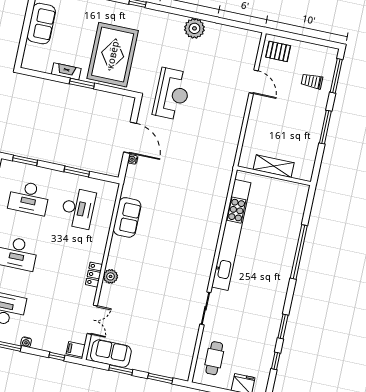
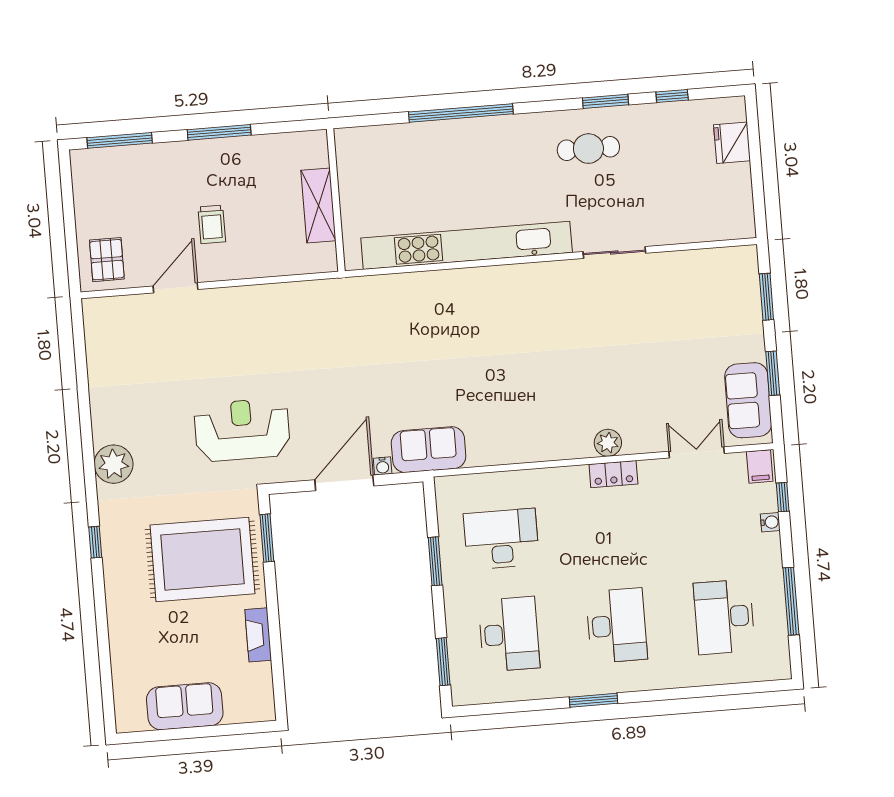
plant: (194, 28) -> (114, 464), moved
trolley: (312, 81) -> (212, 224), moved
window: (82, 84) -> (267, 538), moved
sofa: (127, 217) -> (429, 450), moved
water cooler: (26, 342) -> (770, 522), moved
cafe table: (214, 358) -> (588, 149), moved

